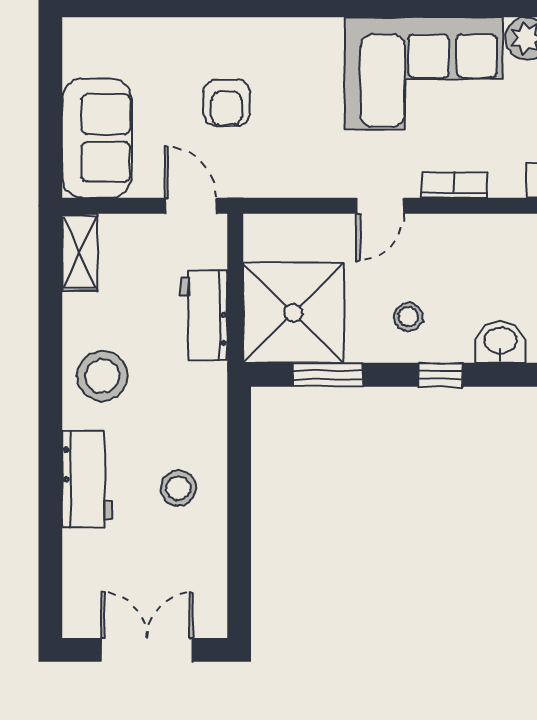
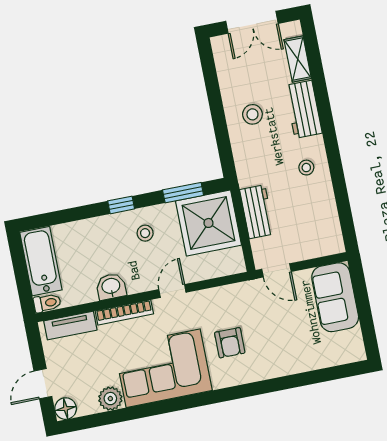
armchair: (227, 103) -> (230, 343), moved, turned 180
bookcase: (454, 185) -> (124, 312), width x1.56
shelving: (80, 252) -> (298, 59), moved
washbasin: (500, 342) -> (111, 287), moved, turned 180
stool: (102, 376) -> (306, 168), width x0.53, depth x0.53

